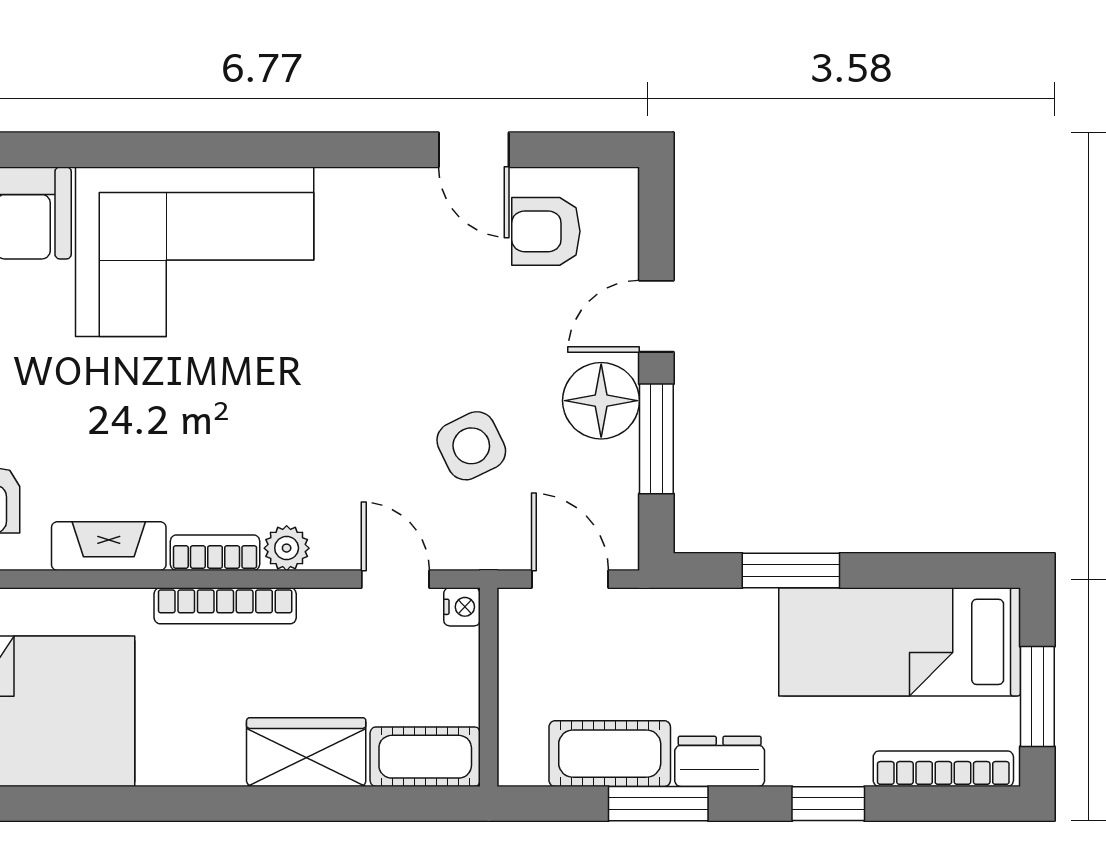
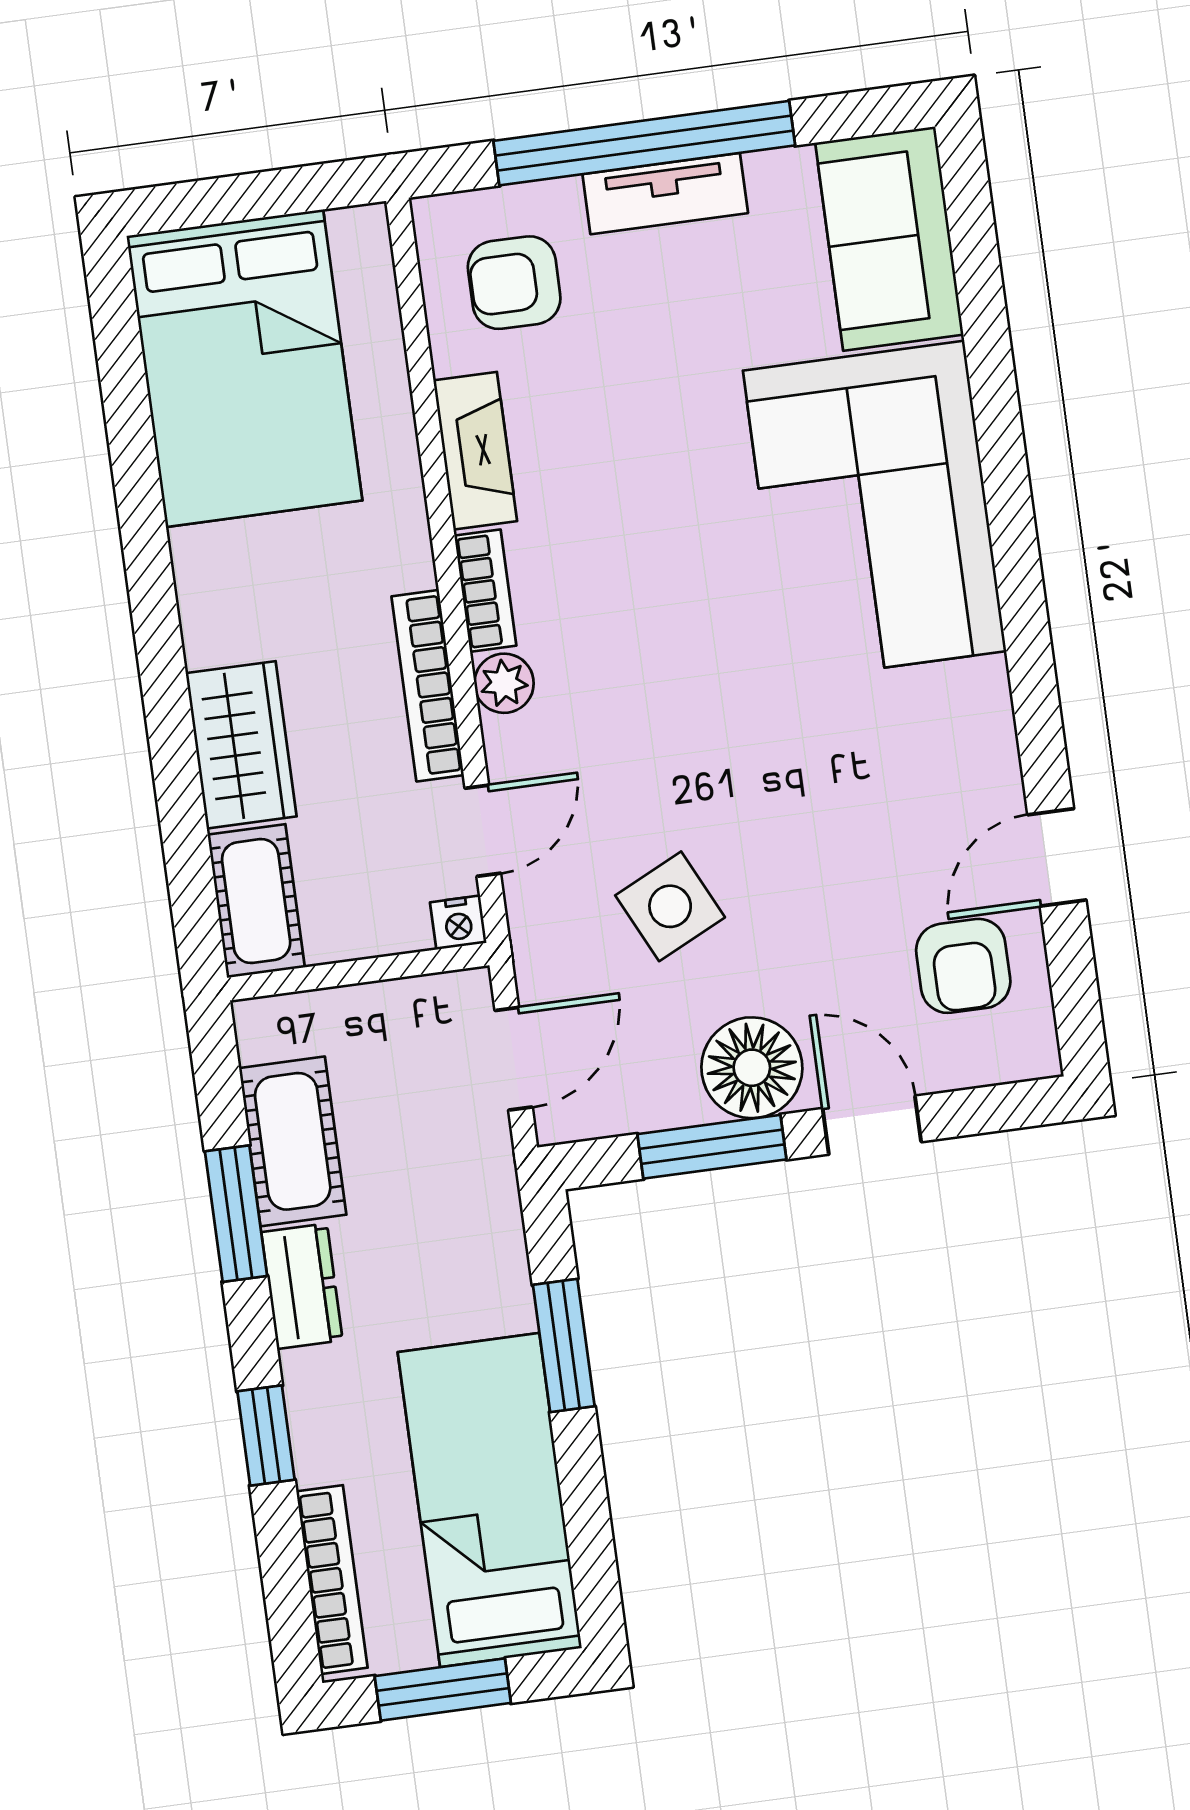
armchair: (546, 231) -> (963, 966), turned 180
bookcase: (225, 606) -> (428, 686), moved

